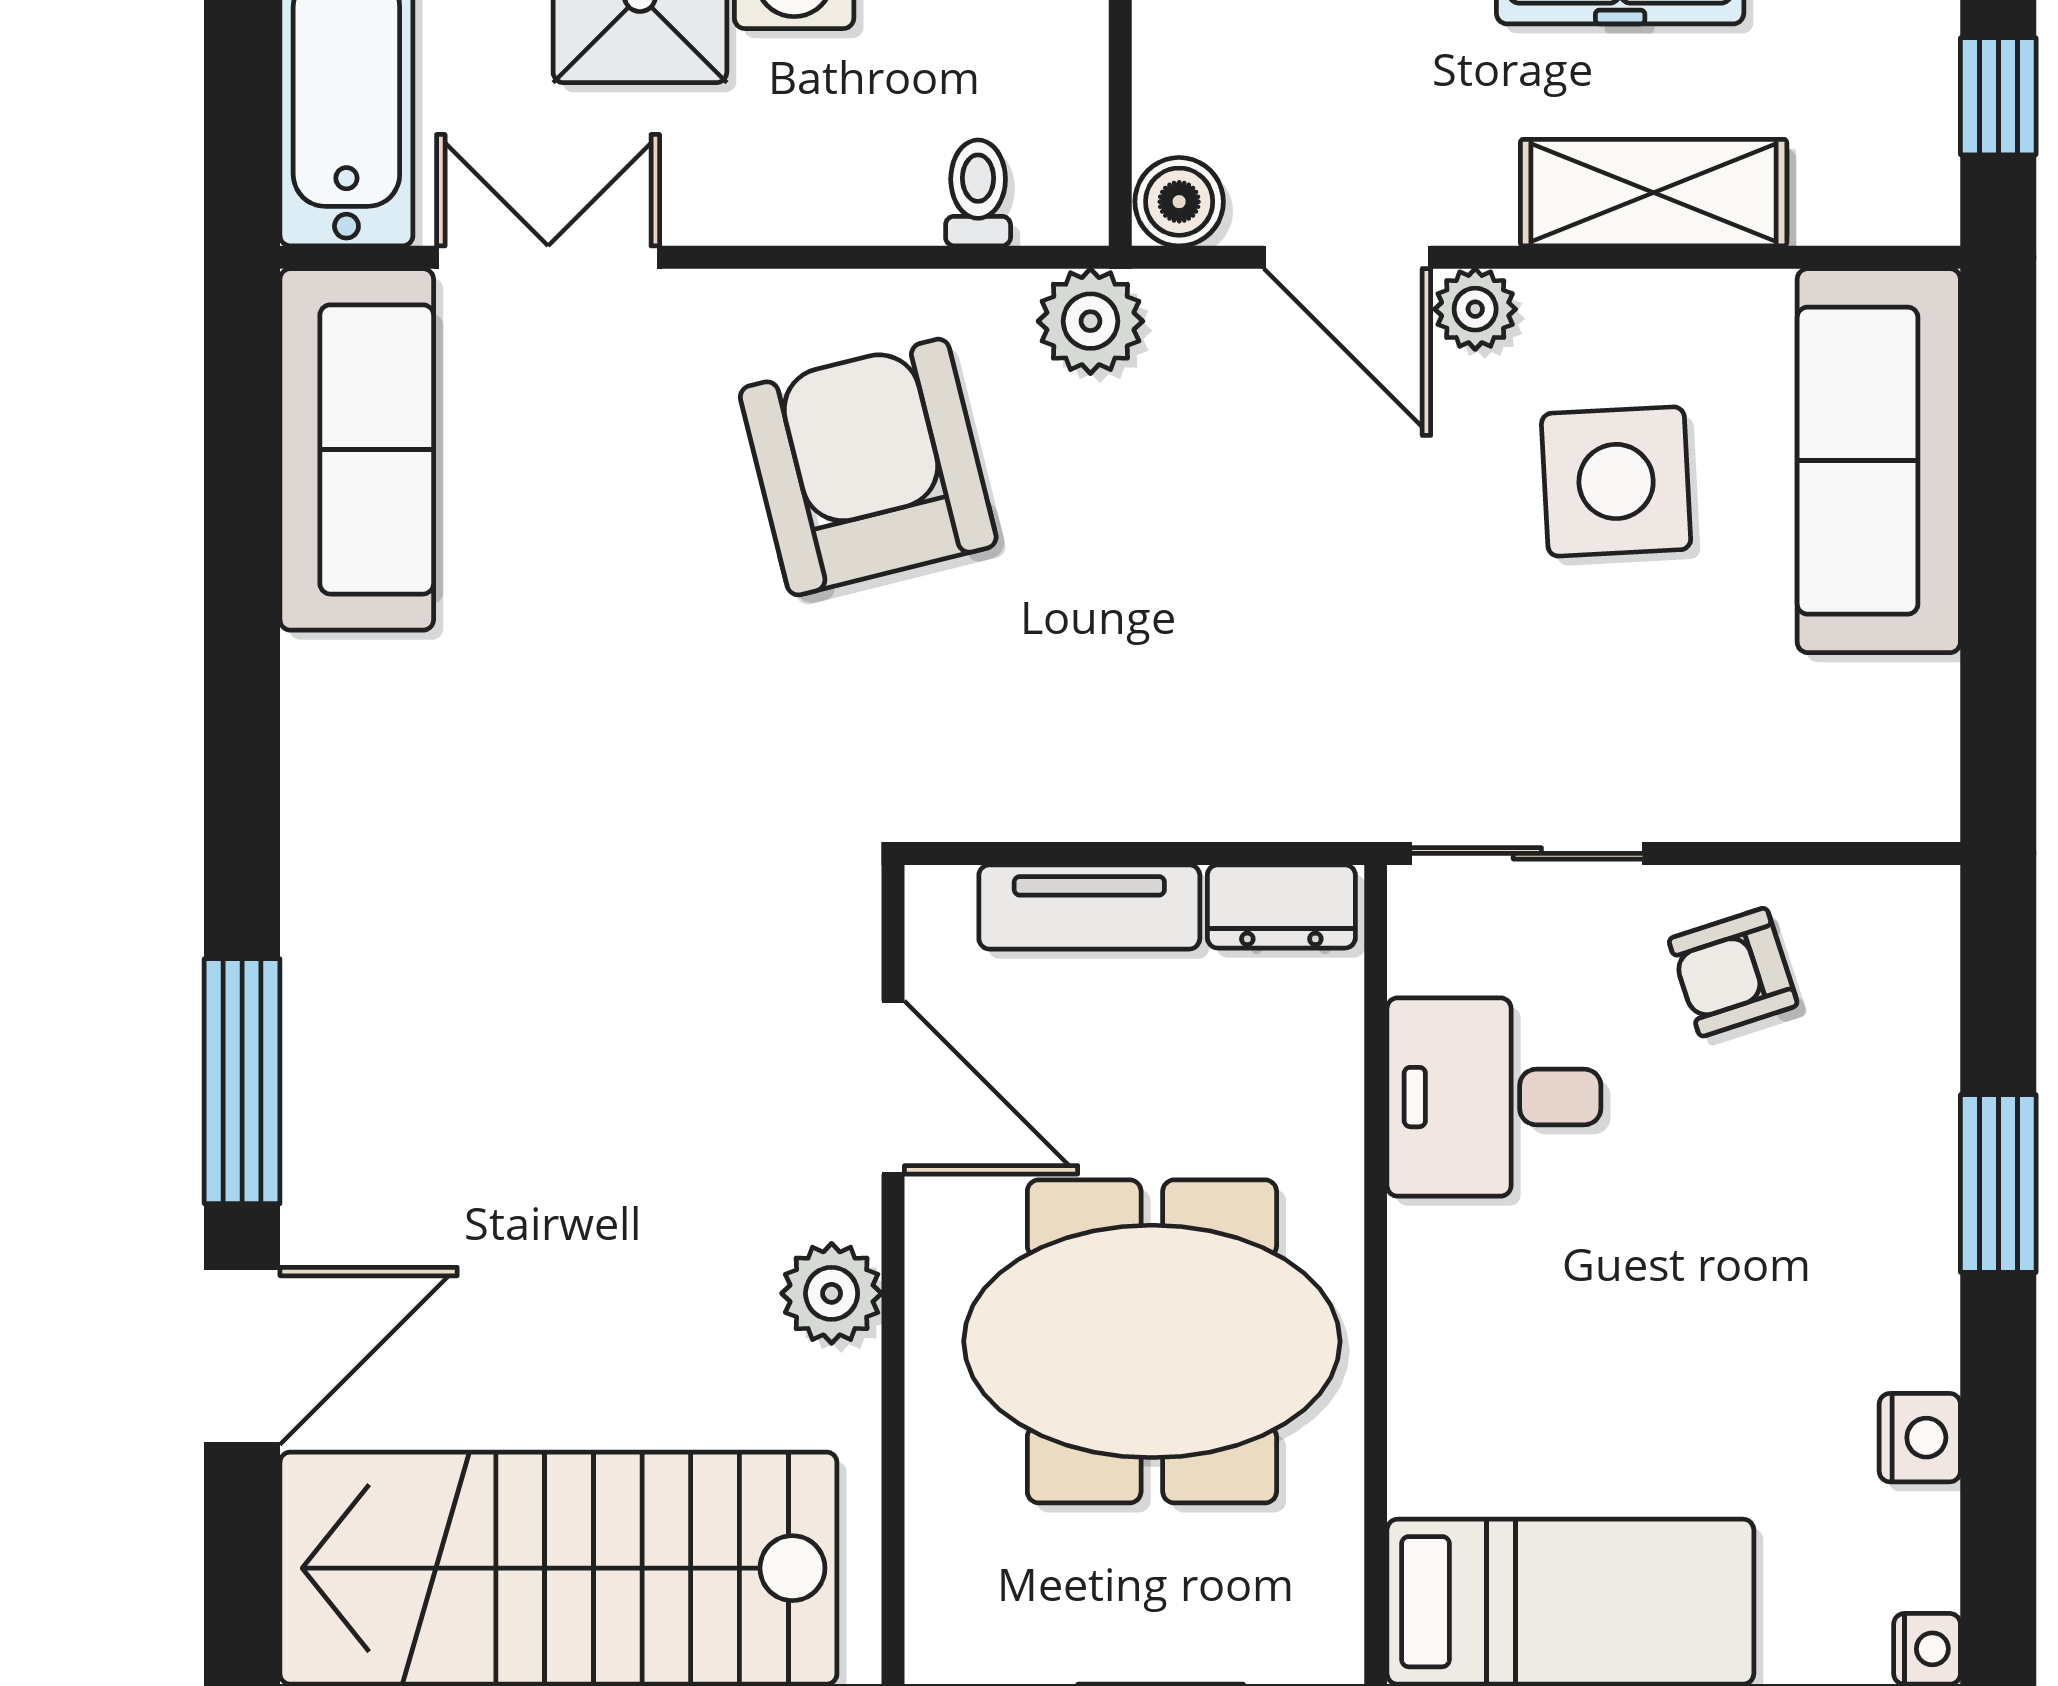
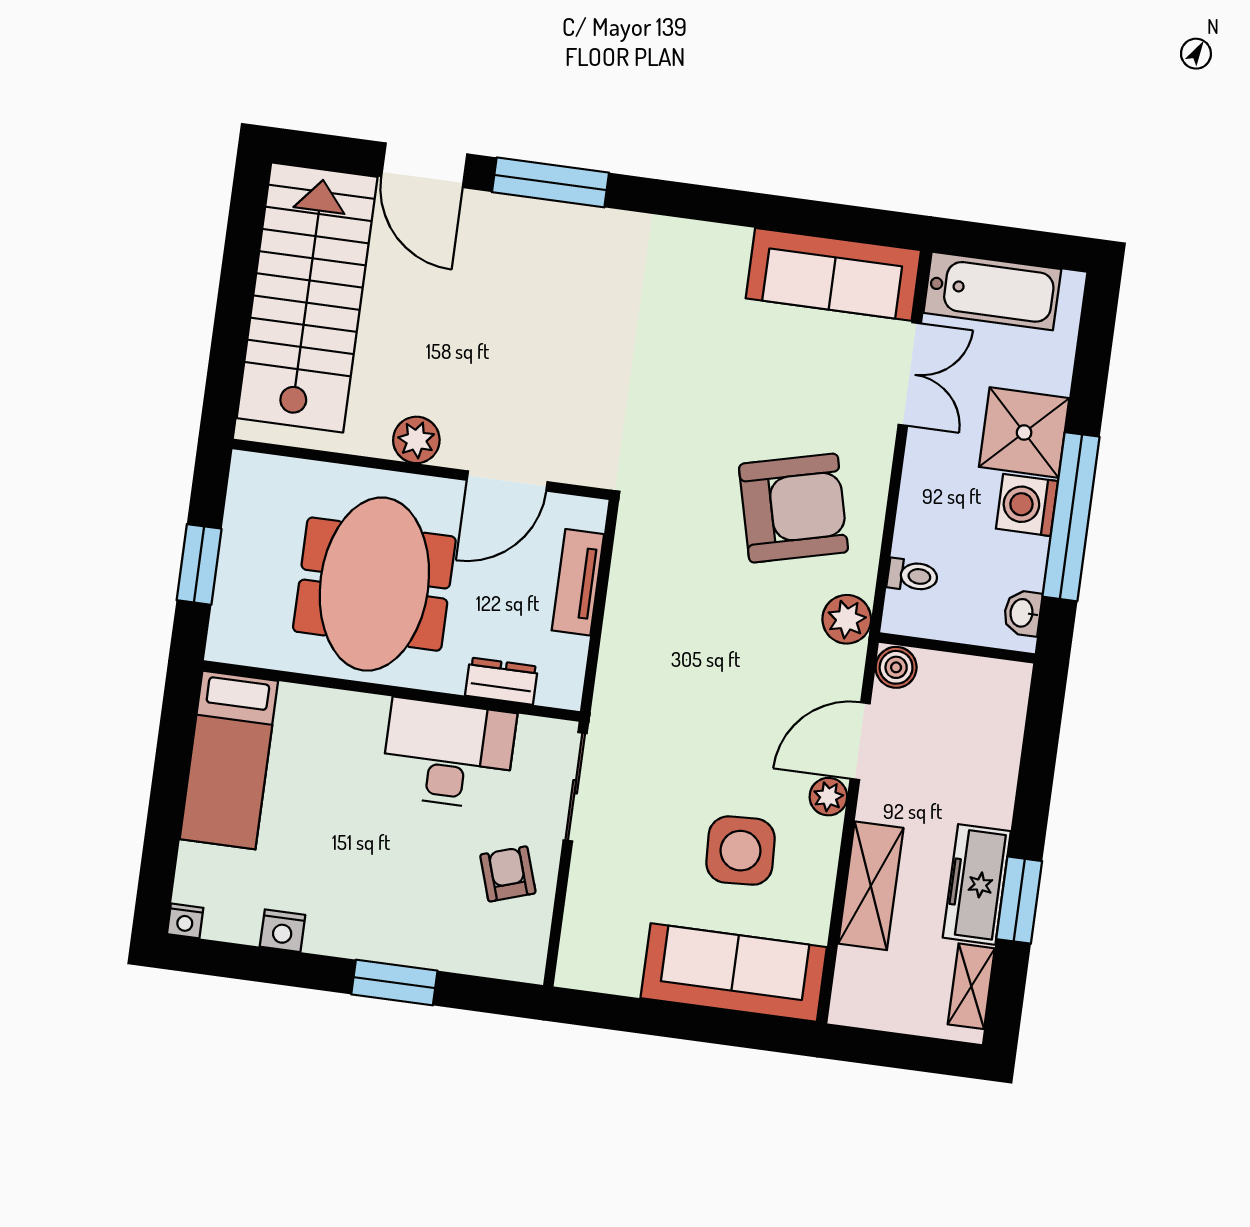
window: (1998, 96) -> (894, 1050), removed
dresser: (1281, 906) -> (502, 681), moved, turned 90
desk: (1494, 1097) -> (448, 754), width x1.37

